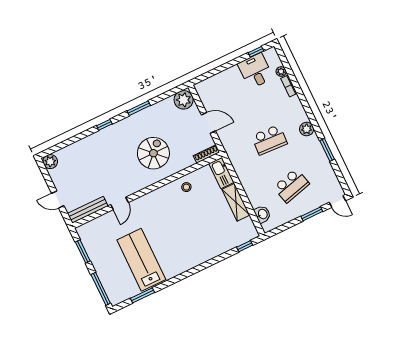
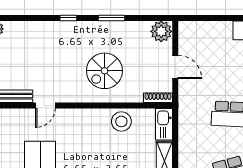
spiral stairs: (153, 153) -> (104, 71), turned 180
stool: (186, 187) -> (121, 121), width x1.89, depth x1.89

